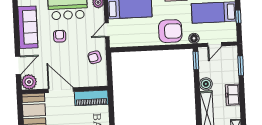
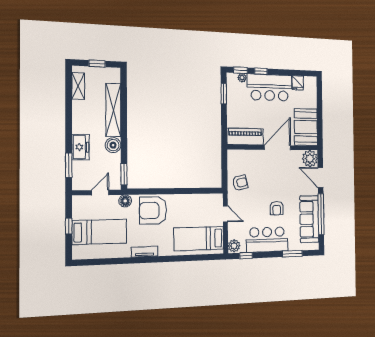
door: (107, 30) -> (225, 214), hinge flipped
window: (16, 32) -> (321, 214), added
door: (18, 65) -> (320, 178), hinge flipped
door: (61, 90) -> (278, 148), swing flipped
freezer: (233, 95) -> (81, 147), moved

